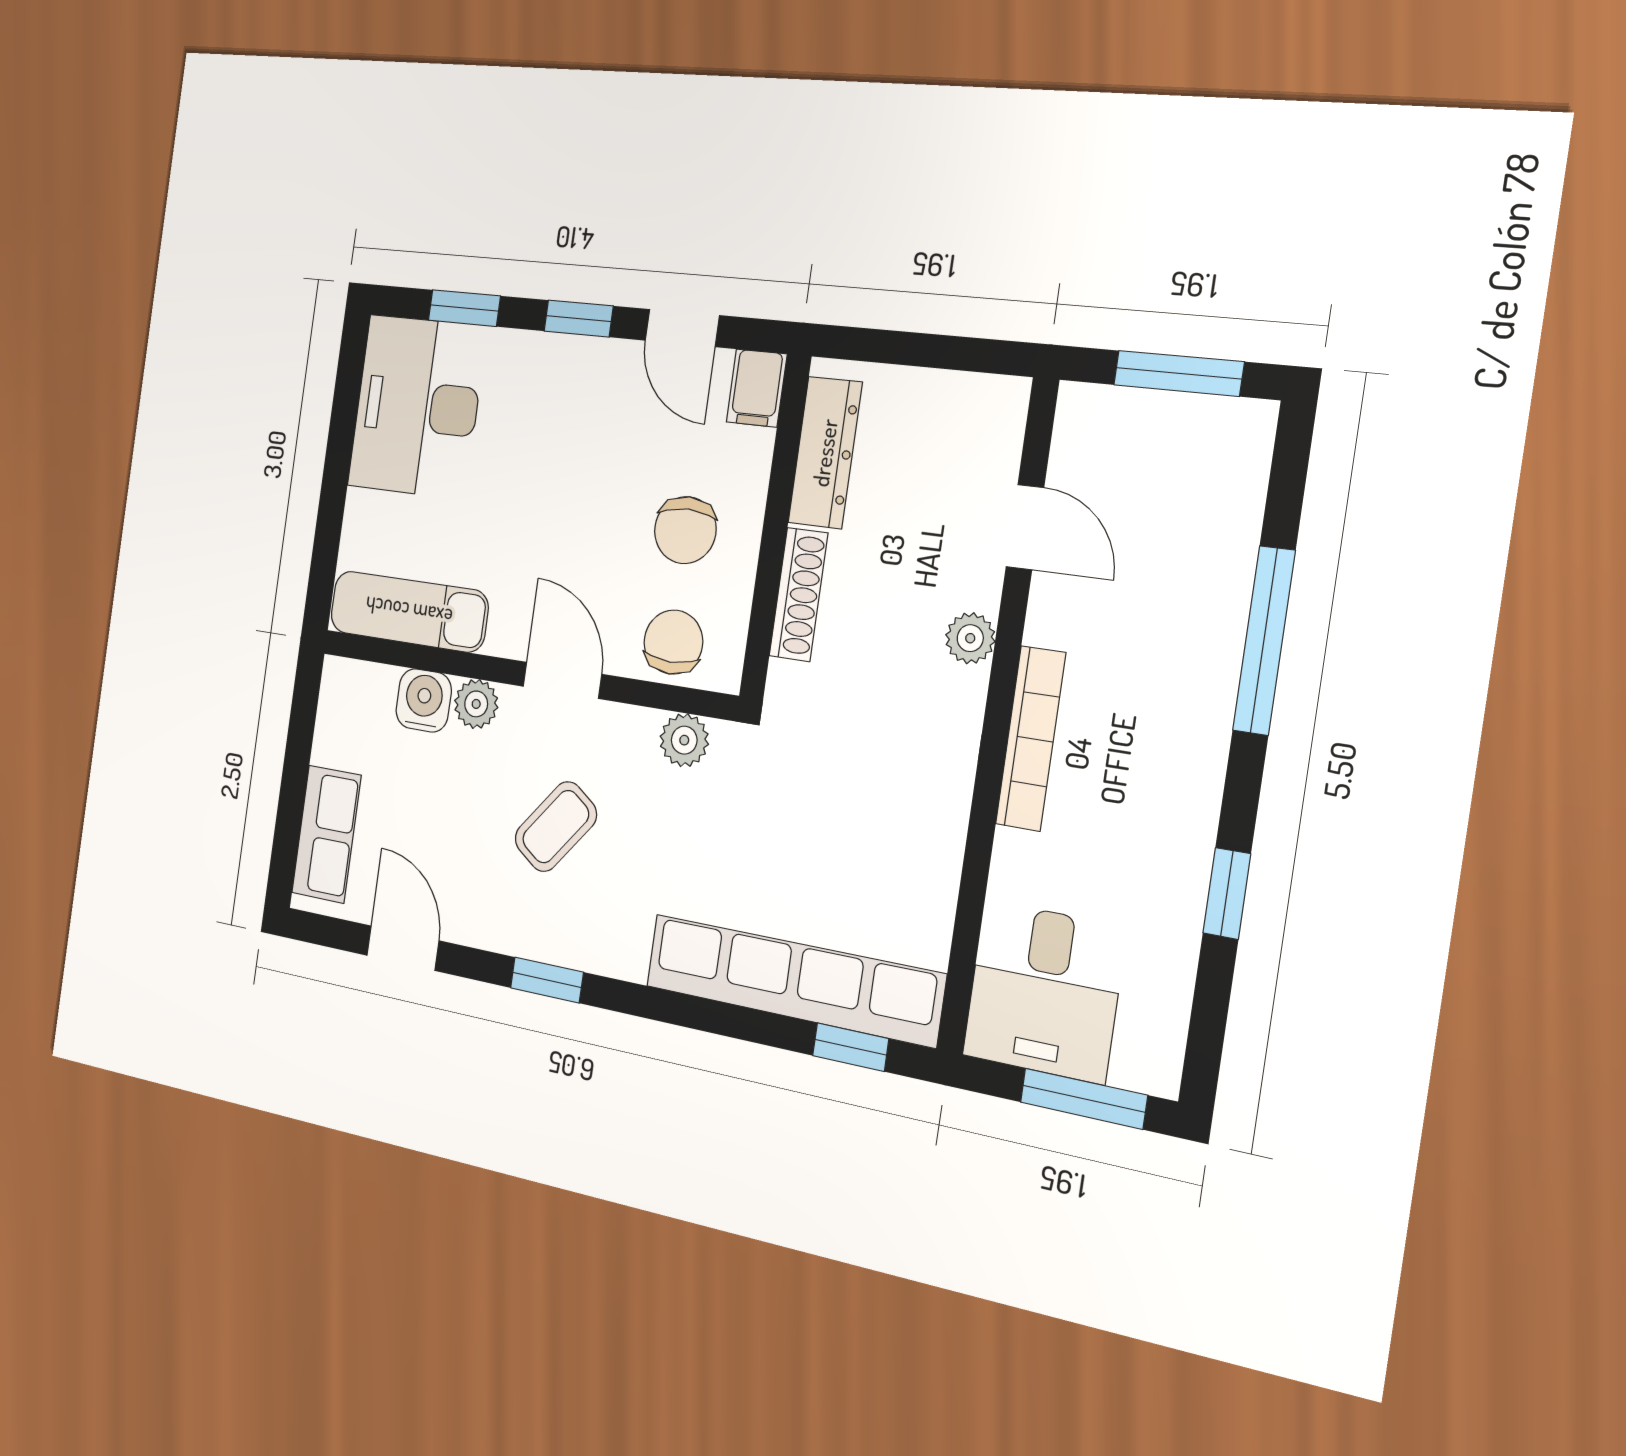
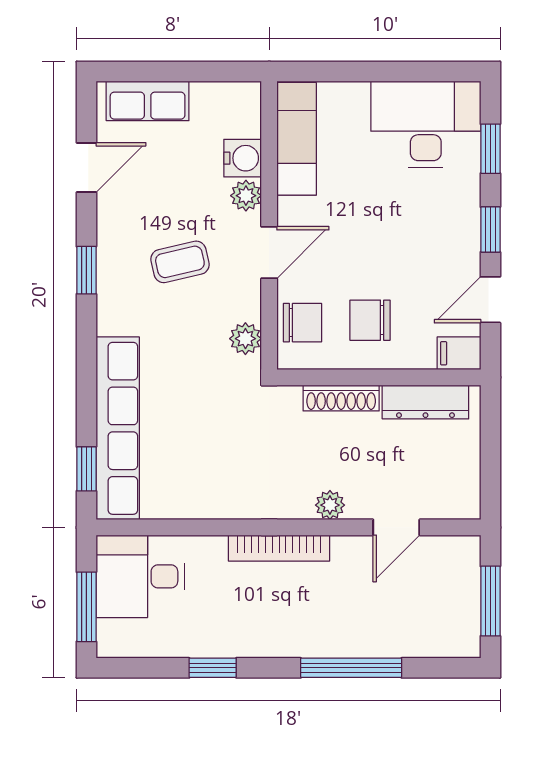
coffee table: (556, 827) -> (180, 262), turned -50

